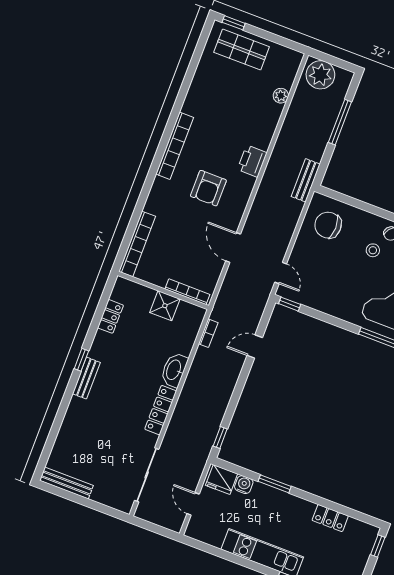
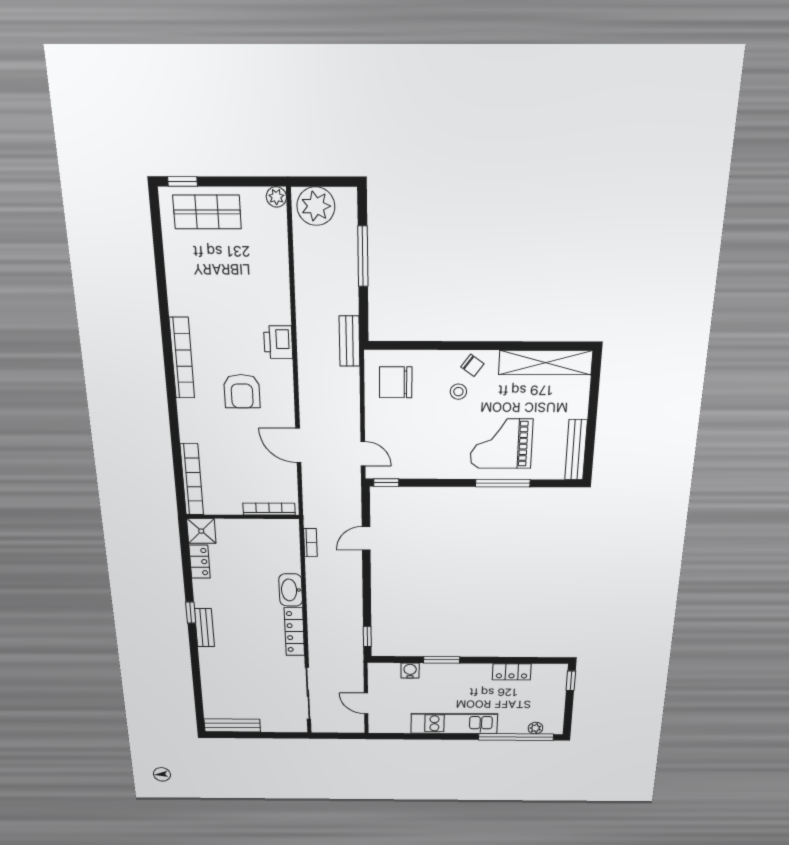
plant: (281, 96) -> (276, 197), moved
shower: (165, 306) -> (201, 531), moved
fridge: (222, 480) -> (385, 673), removed

